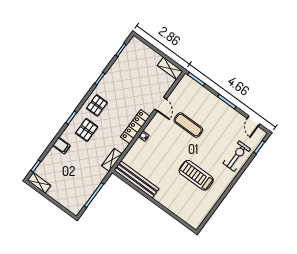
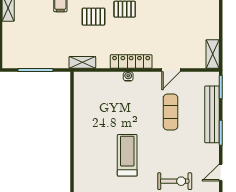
bench: (136, 179) -> (212, 114), moved

